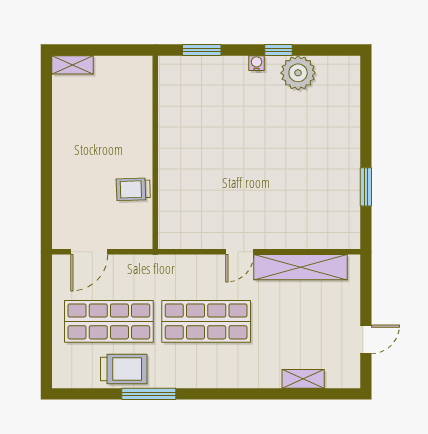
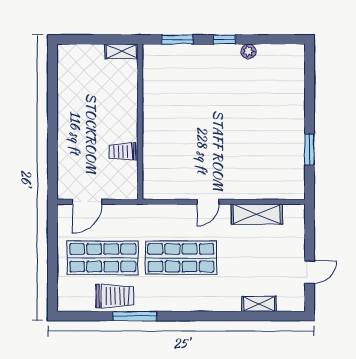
window: (278, 50) -> (224, 39), moved
water cooler: (257, 63) -> (222, 50), removed
shelving: (72, 65) -> (121, 51), moved
plant: (298, 73) -> (248, 51), width x0.53, depth x0.53
shelving: (300, 267) -> (257, 214), width x0.68

